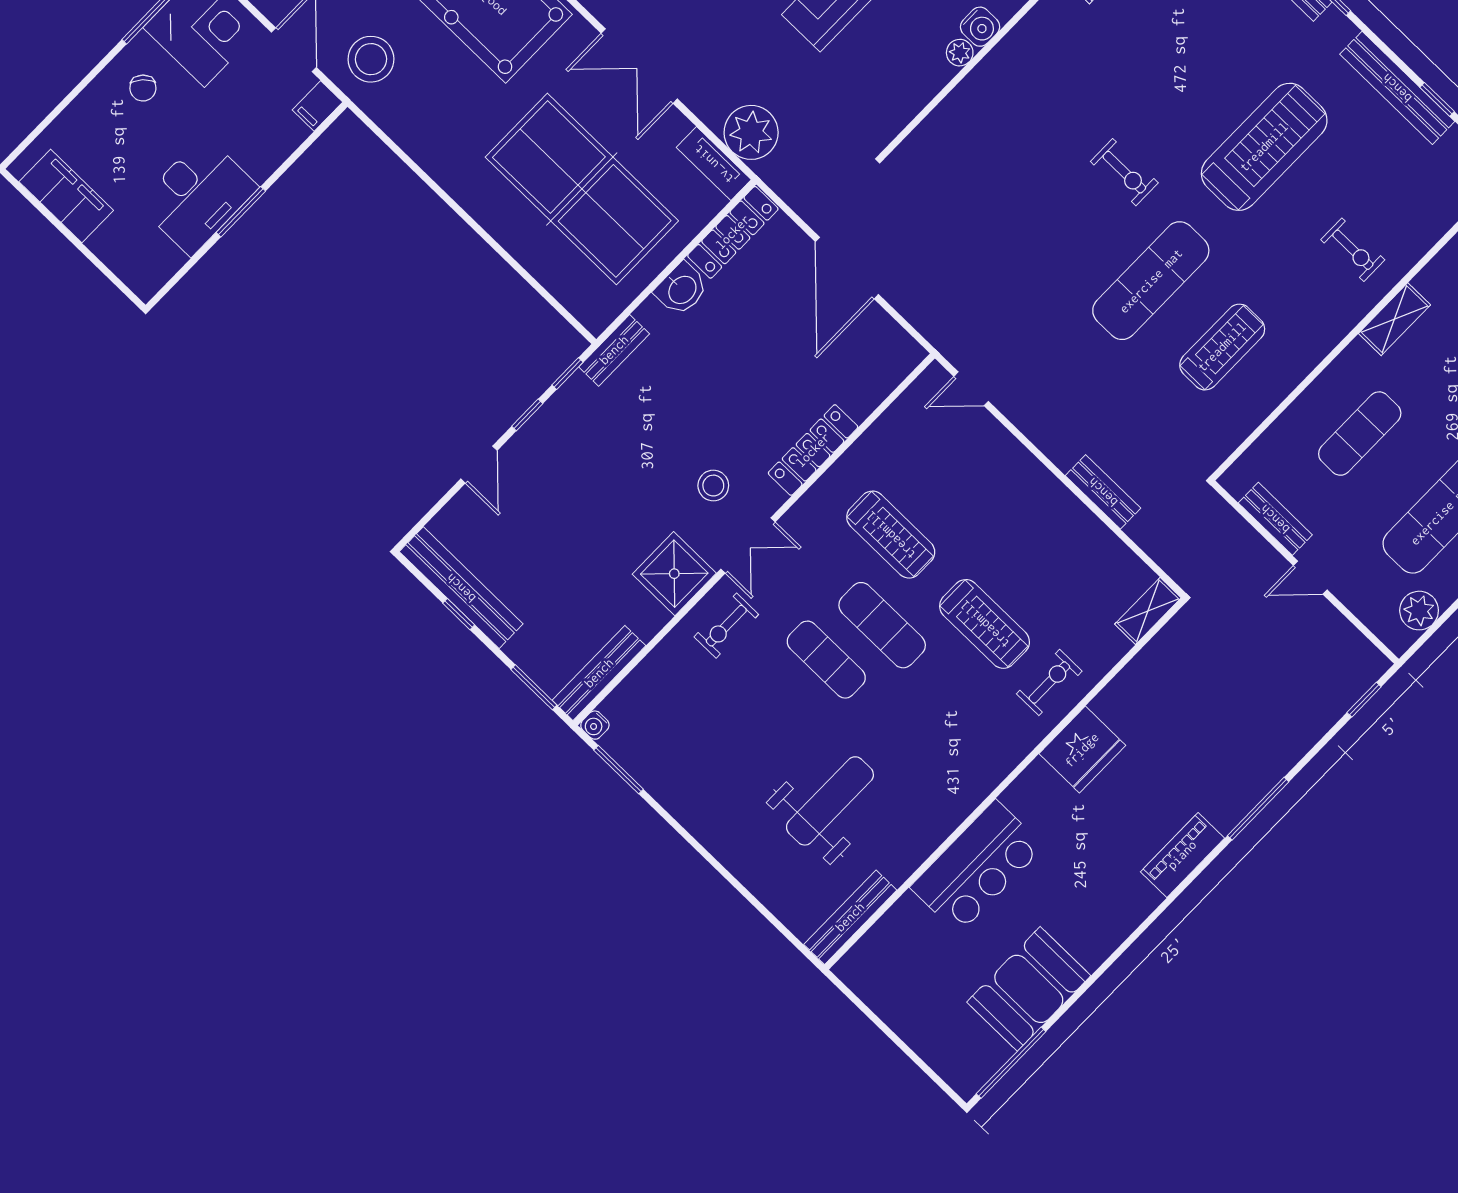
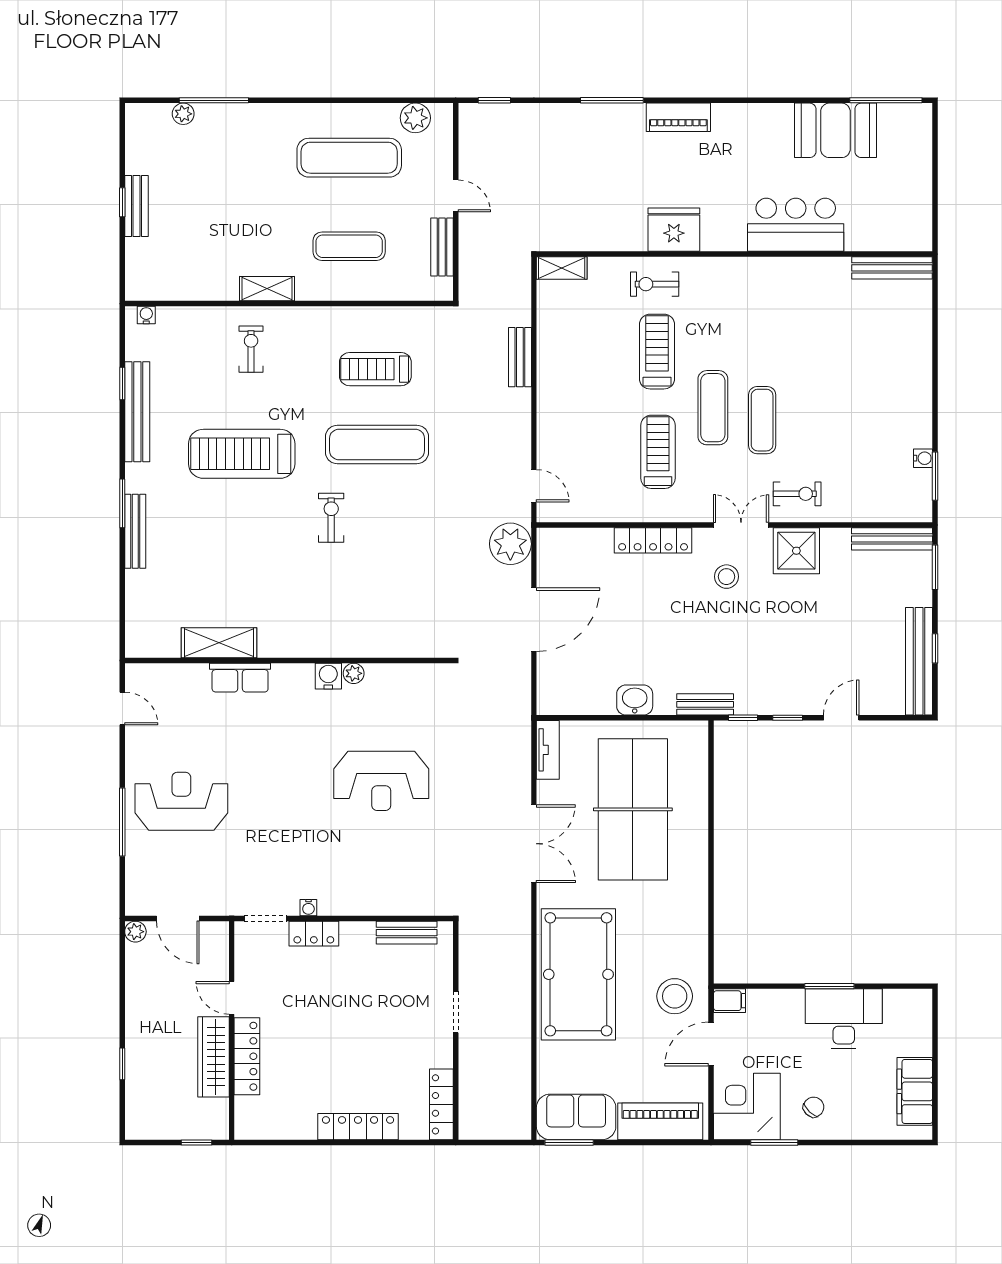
plant: (751, 132) -> (510, 544), moved
locker: (733, 232) -> (576, 702), removed
water cooler: (595, 725) -> (923, 458), moved
weight bench: (830, 801) -> (838, 342), removed

